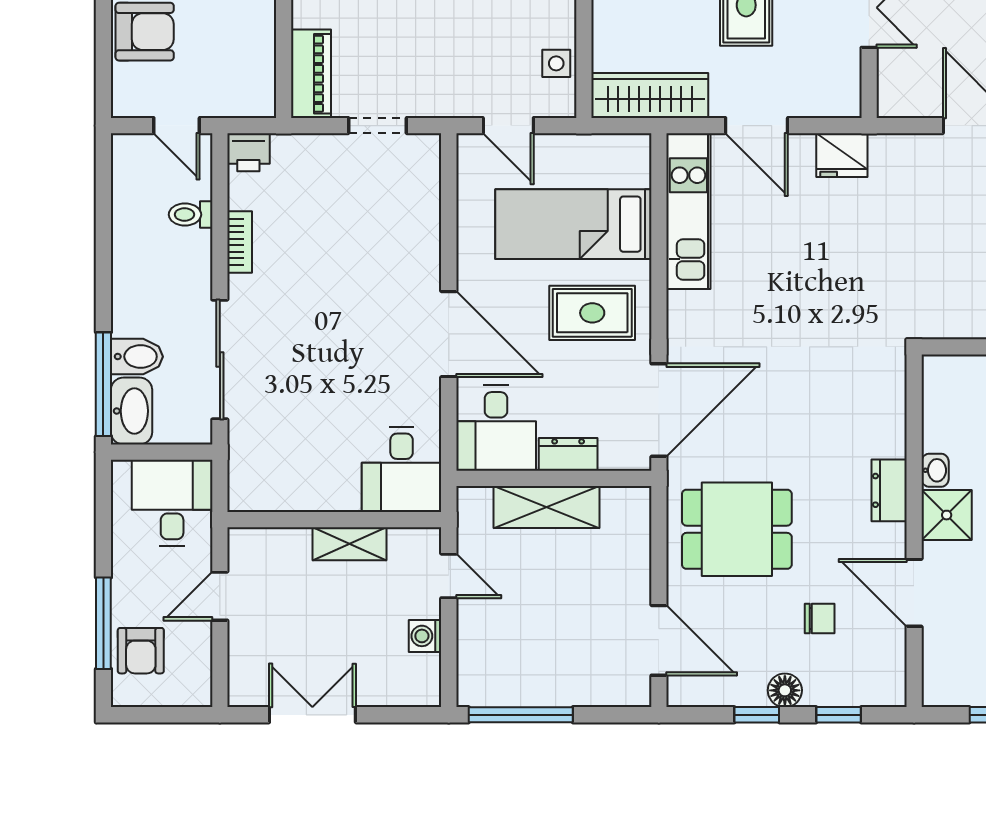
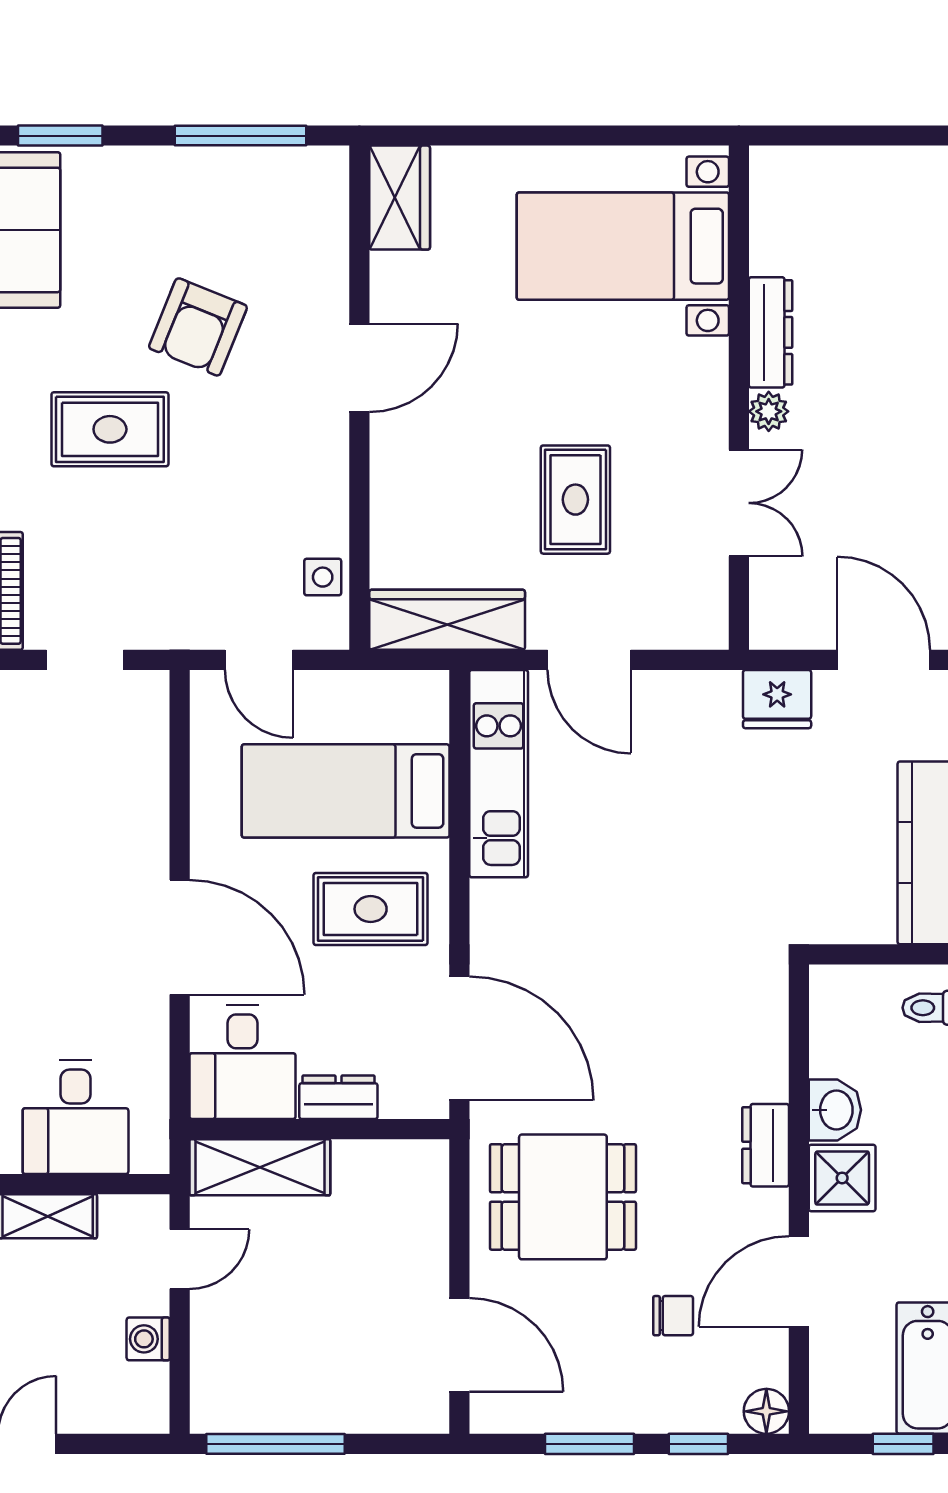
fridge: (842, 155) -> (777, 699), moved
door: (659, 410) -> (459, 1038), hinge flipped
desk: (402, 469) -> (76, 1117), moved
washbasin: (935, 470) -> (835, 1110), width x1.38, depth x1.45
shelving: (547, 507) -> (260, 1167), moved
door: (449, 576) -> (180, 1259), hinge flipped
door: (914, 593) -> (799, 1281), hinge flipped
floor lamp: (785, 690) -> (766, 1411), moved
window: (757, 715) -> (590, 1444), width x1.50

